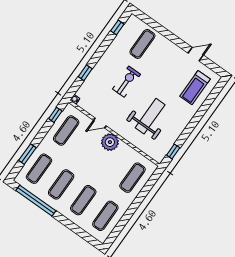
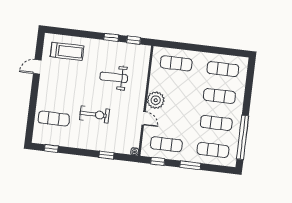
door: (196, 54) -> (37, 67), hinge flipped
exercise bike: (127, 82) -> (95, 114), turned 180
weight bench: (150, 116) -> (114, 77), width x0.73, depth x0.75
window: (186, 133) -> (111, 37), added
window: (27, 154) -> (190, 165), moved

